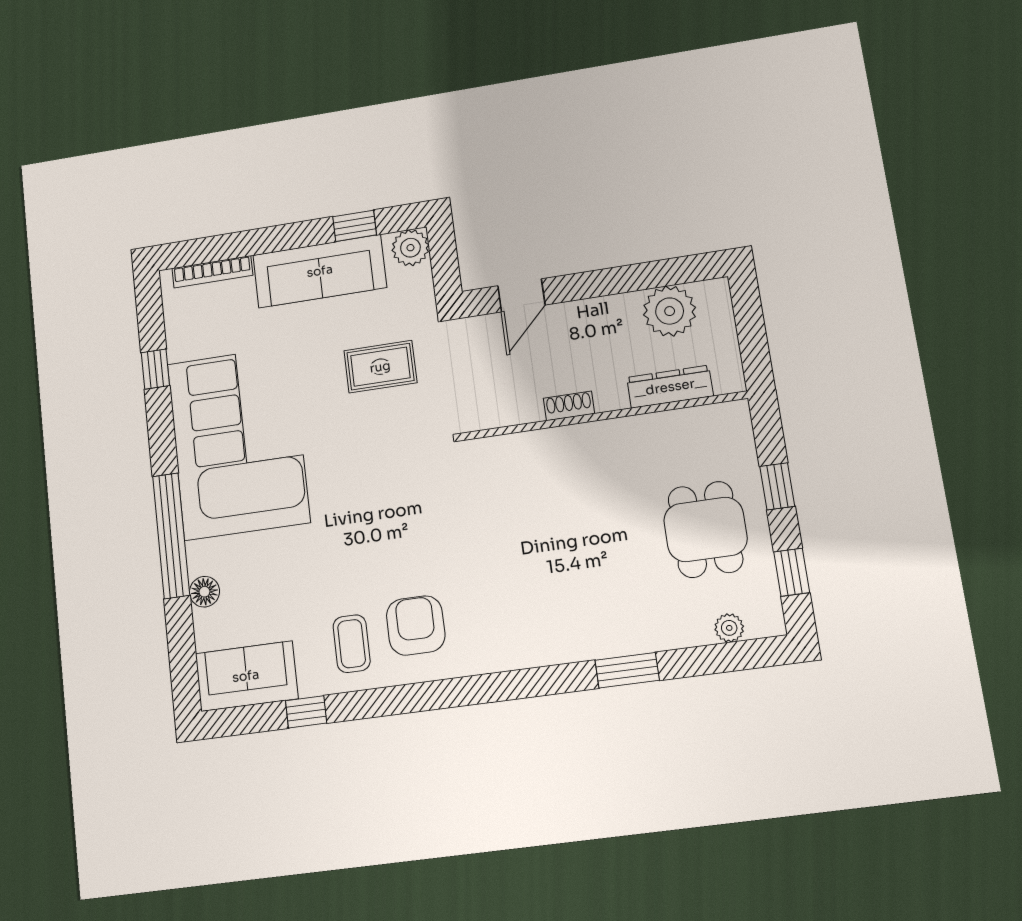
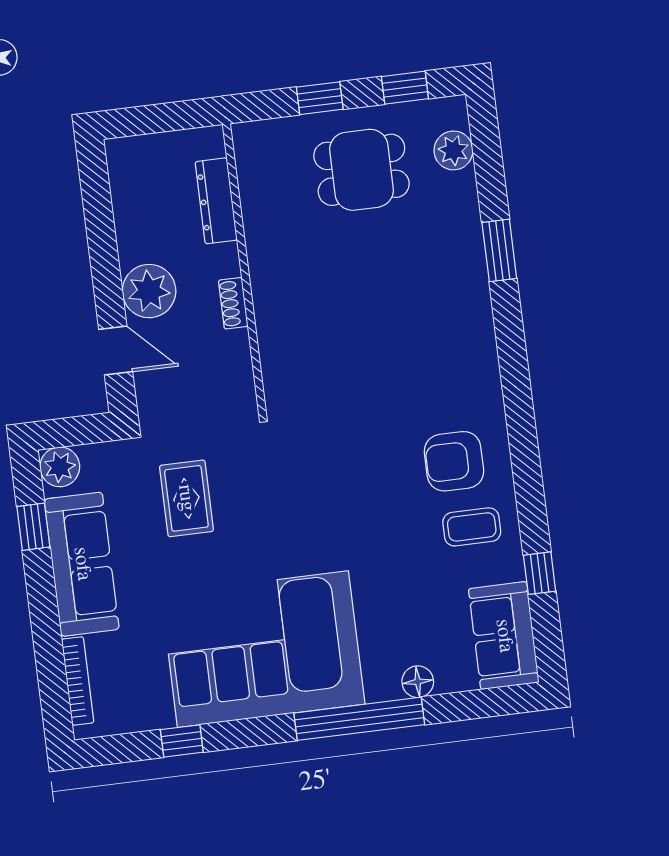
plant: (670, 311) -> (149, 291), moved
plant: (729, 628) -> (453, 150), width x1.38, depth x1.38

